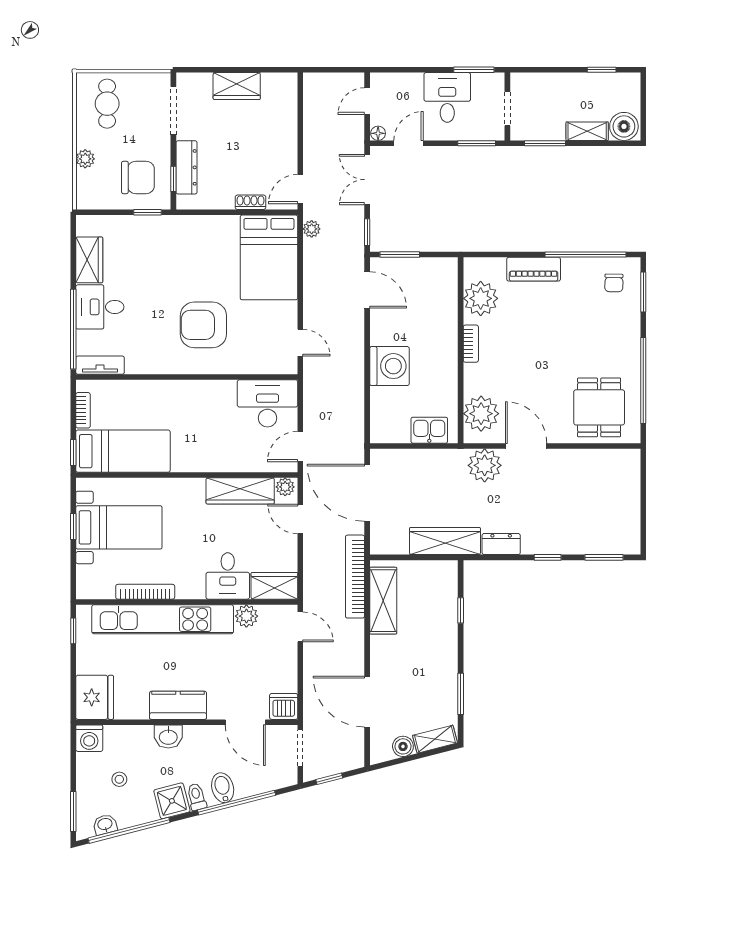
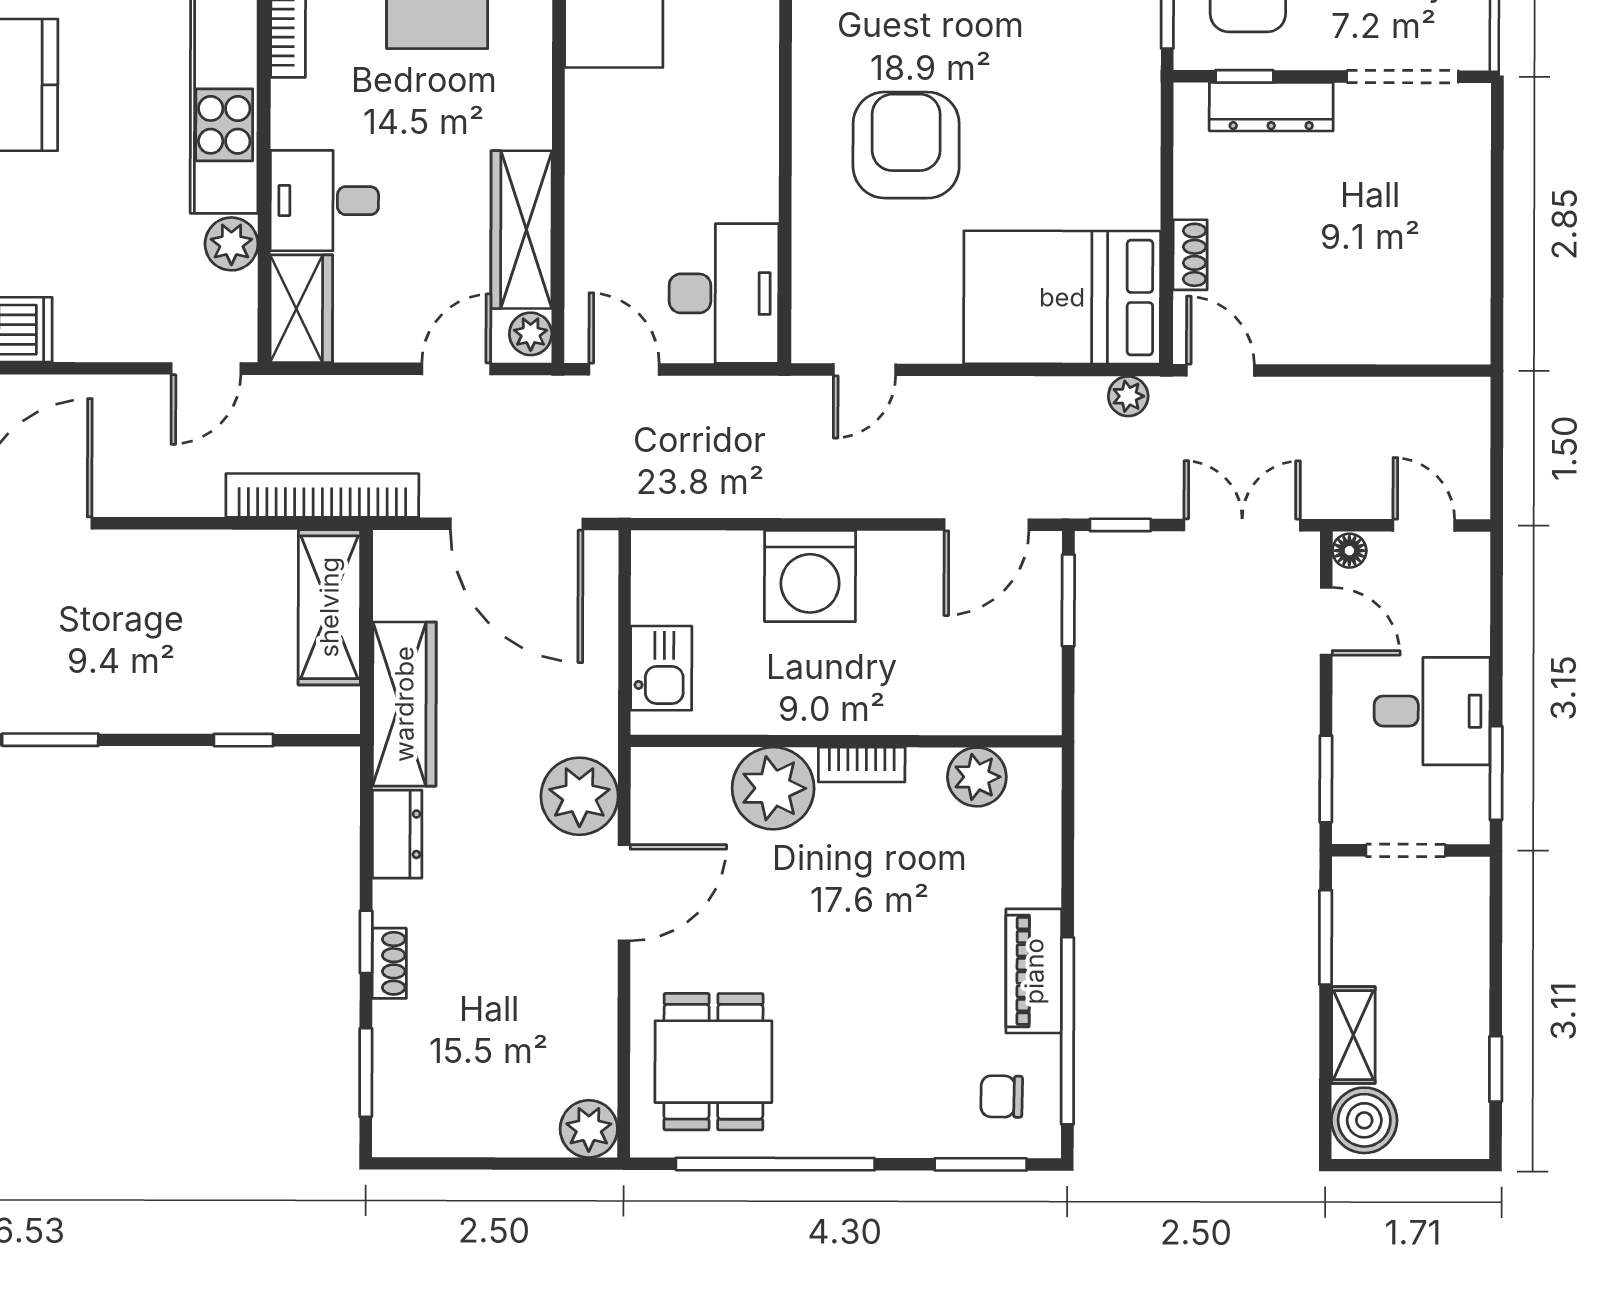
wardrobe: (237, 86) -> (1459, 223), removed
piano: (534, 269) -> (1034, 971), moved
plant: (481, 298) -> (977, 777), width x0.73, depth x0.73
dining table: (599, 407) -> (713, 1062), turned 90
plant: (481, 414) -> (773, 788), moved
plant: (628, 461) -> (589, 1129), added
door: (367, 493) -> (517, 524), swing flipped
shoe rack: (557, 547) -> (389, 963), added
shelving: (383, 601) -> (329, 607), moved, turned 90

